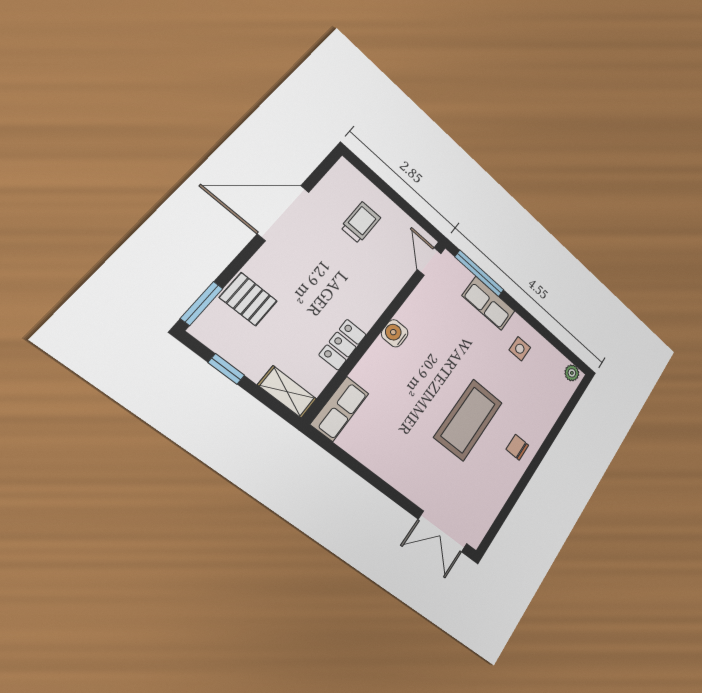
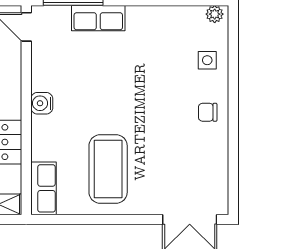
side table: (520, 349) -> (207, 60), moved
coffee table: (468, 420) -> (108, 169), moved

